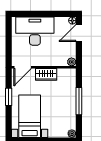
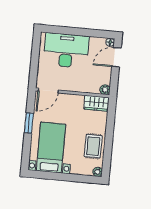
wardrobe: (46, 74) -> (96, 103), moved
window: (79, 101) -> (109, 135), removed
rug: (66, 112) -> (93, 146), added

